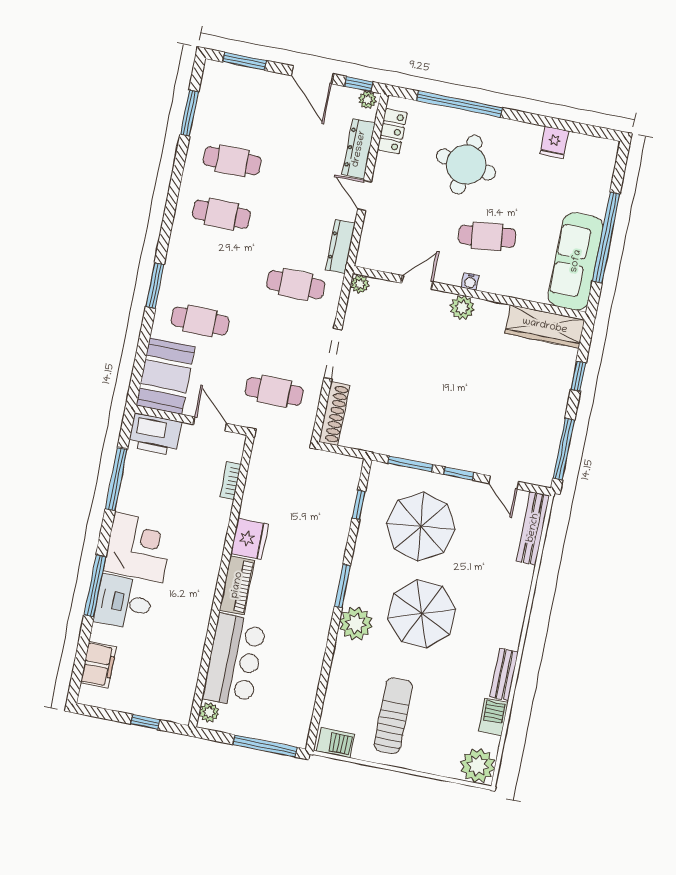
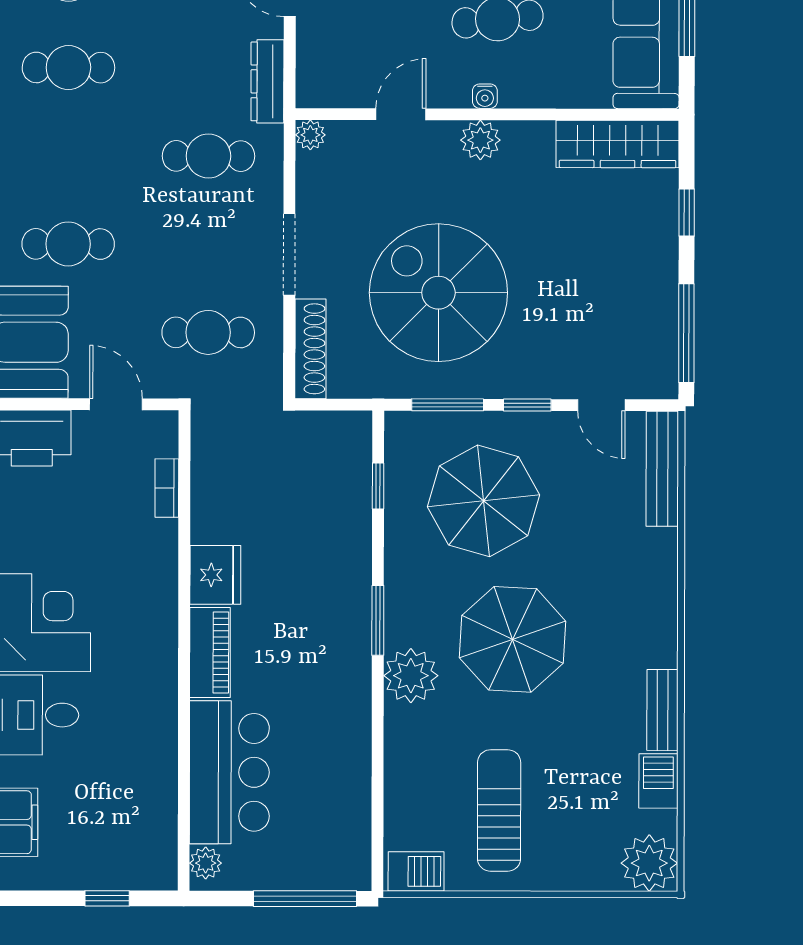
spiral stairs: (418, 395) -> (438, 293), added

